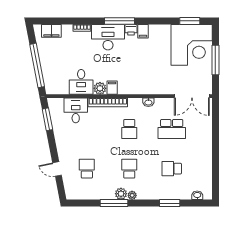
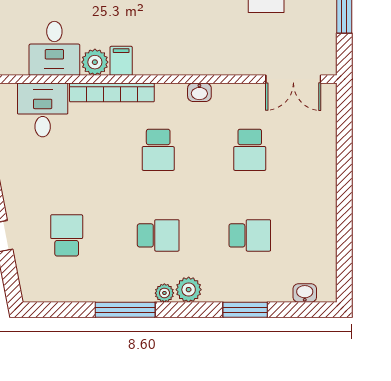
double door: (192, 96) -> (293, 79), width x0.73
school desk: (172, 129) -> (250, 150), width x0.54
school desk: (129, 169) -> (158, 235), turned 90
school desk: (172, 169) -> (250, 235), turned 180
plant: (121, 194) -> (189, 290), moved

